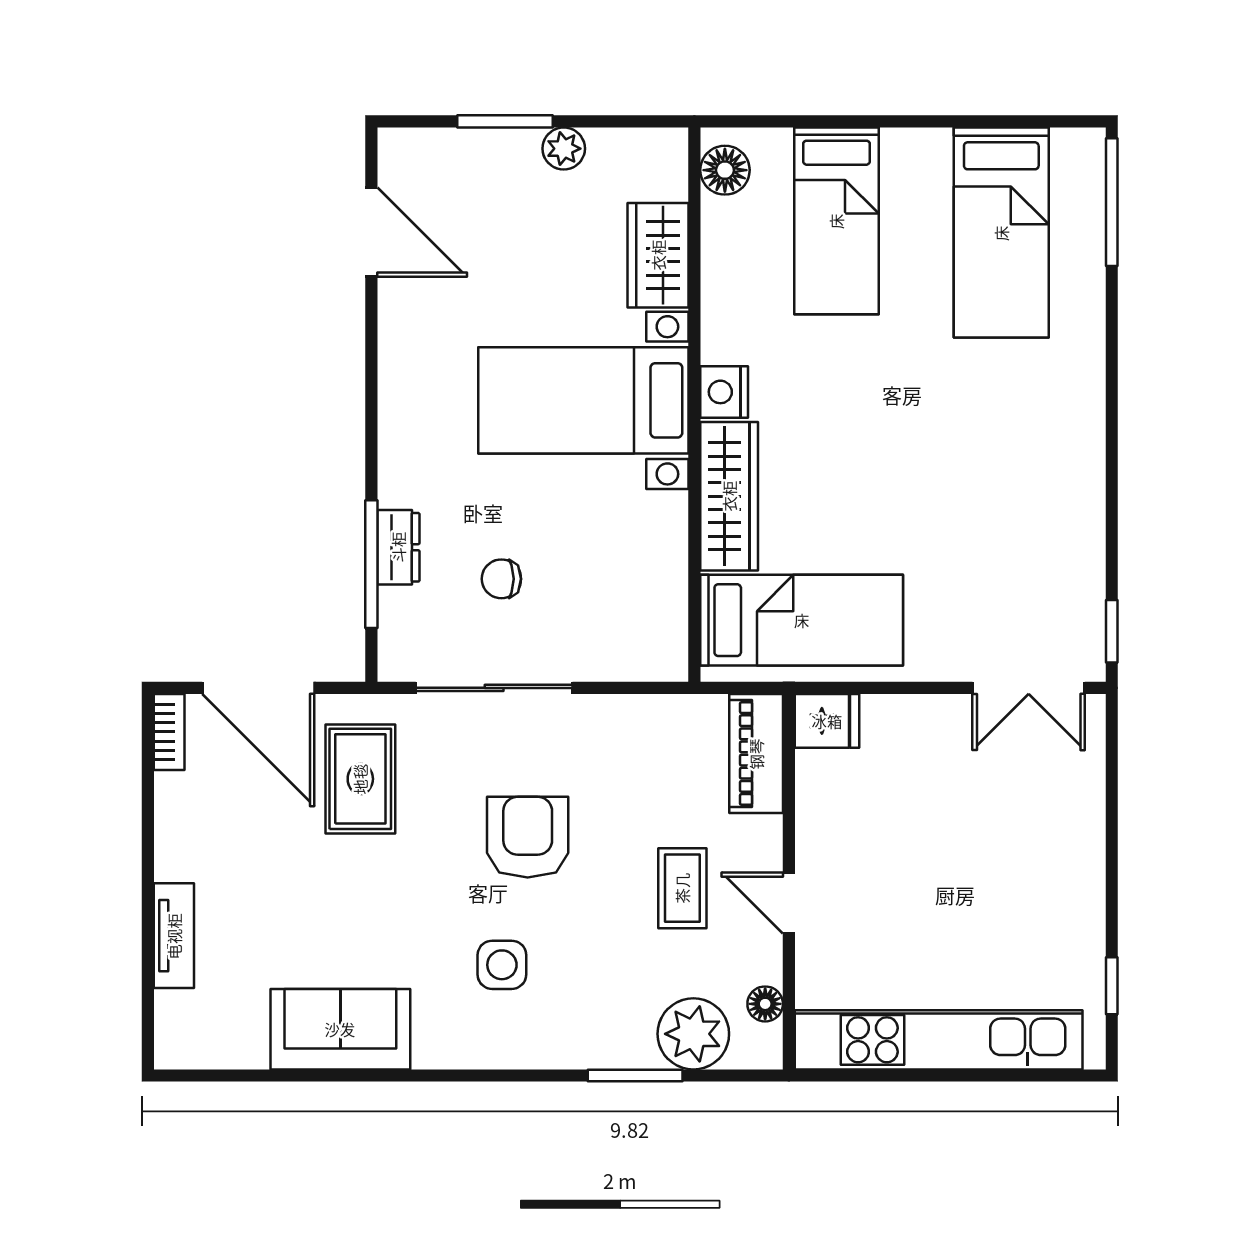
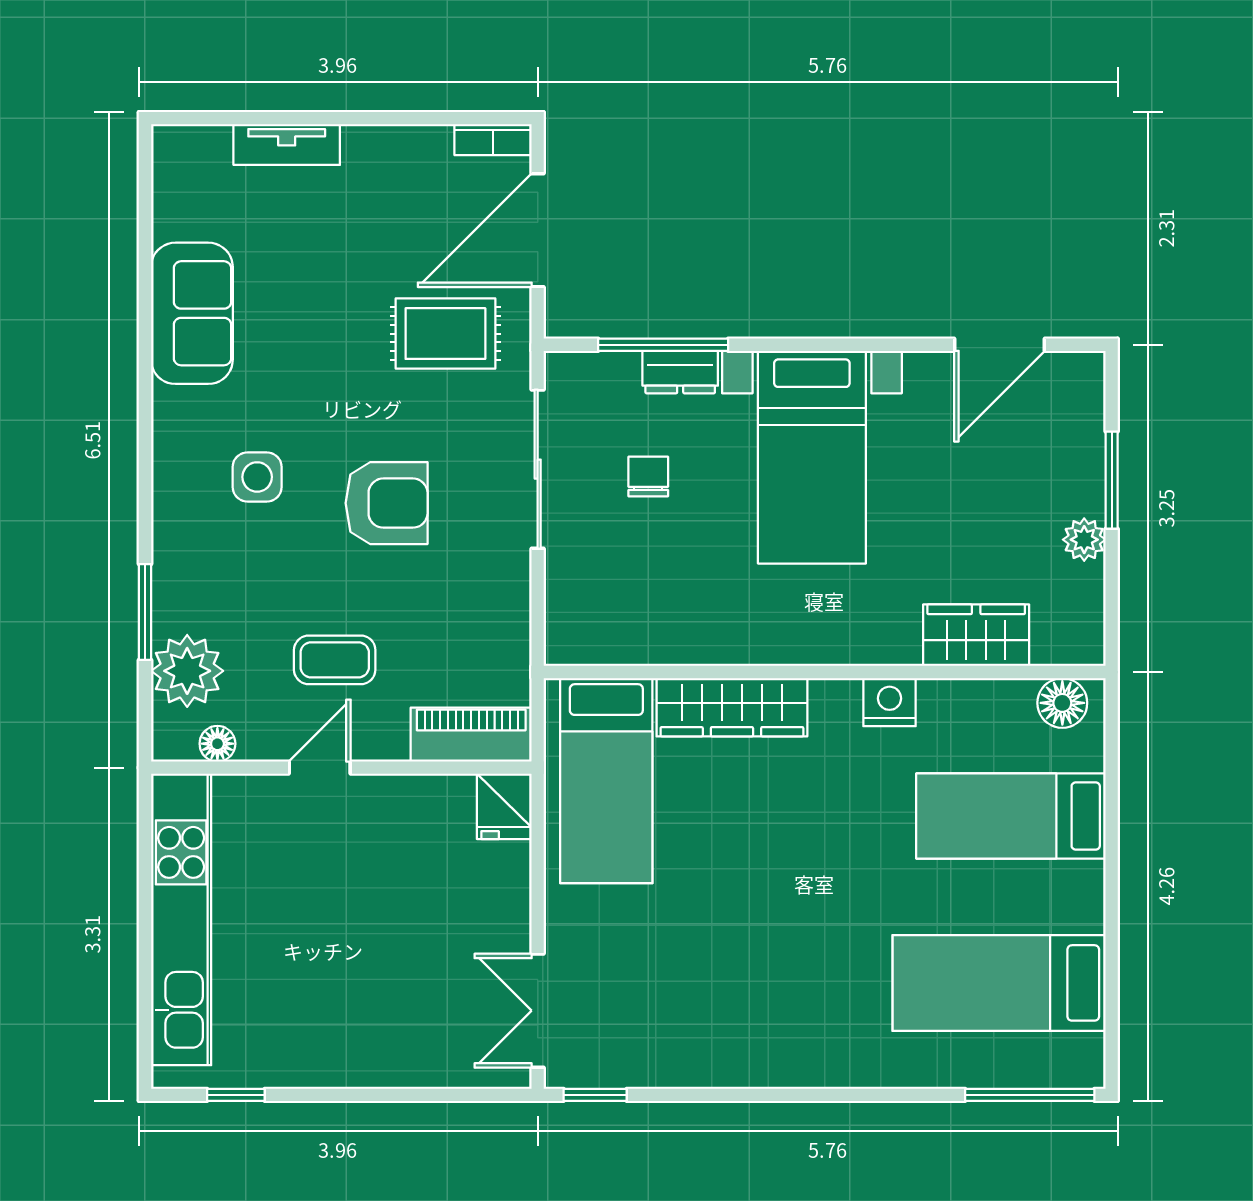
nightstand: (724, 392) -> (890, 702), moved
bed with nightstands: (583, 400) -> (812, 457), moved, turned 180

